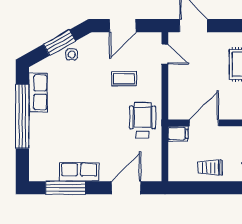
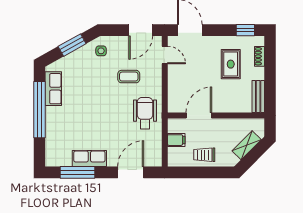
door: (123, 26) -> (141, 30), moved
side table: (72, 54) -> (101, 51), moved
filing cabinet: (178, 134) -> (176, 140), moved

